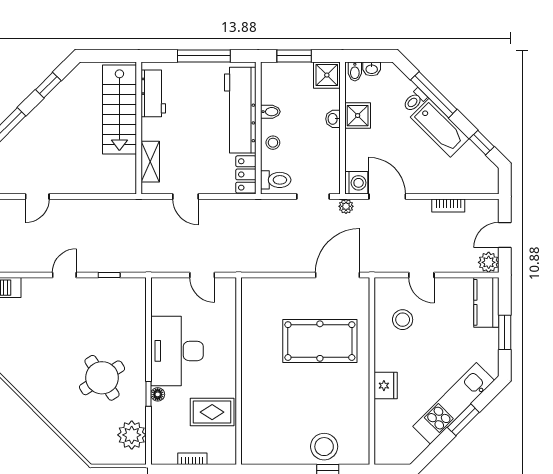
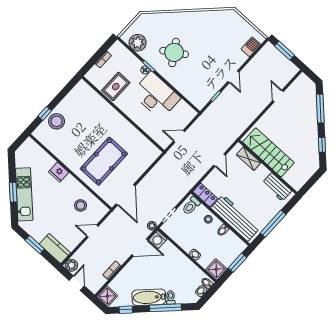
stairs: (119, 110) -> (268, 152), moved
shower: (358, 116) -> (107, 296), moved
door: (185, 197) -> (219, 160), swing flipped

